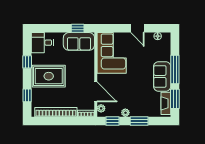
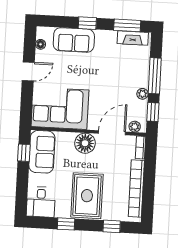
window: (175, 70) -> (87, 23), width x0.46
floor lamp: (87, 73) -> (85, 143), added
sofa: (162, 76) -> (74, 40), moved
window: (139, 121) -> (155, 76), width x1.44

